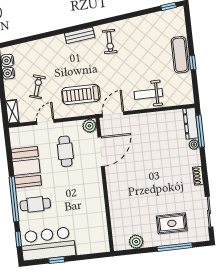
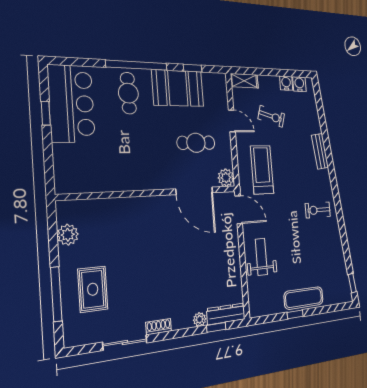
bench: (80, 35) -> (320, 151), moved
window: (200, 131) -> (216, 327), width x0.46
sliding door: (209, 212) -> (125, 342), moved
window: (18, 239) -> (193, 68), moved

